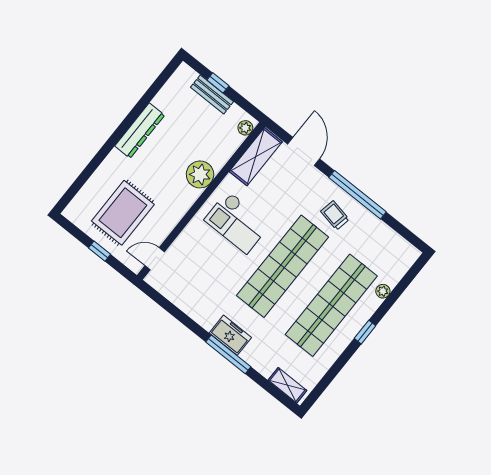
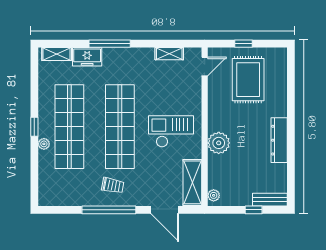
bench: (212, 94) -> (270, 200), moved
plant: (383, 291) -> (44, 144), moved
shelving: (179, 299) -> (169, 54), added
freezer: (230, 335) -> (87, 57), moved

